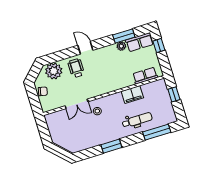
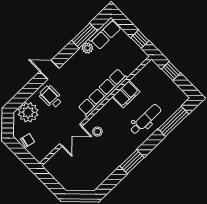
window: (159, 46) -> (140, 39), moved
row of seats: (145, 76) -> (103, 93), moved, width x2.02

